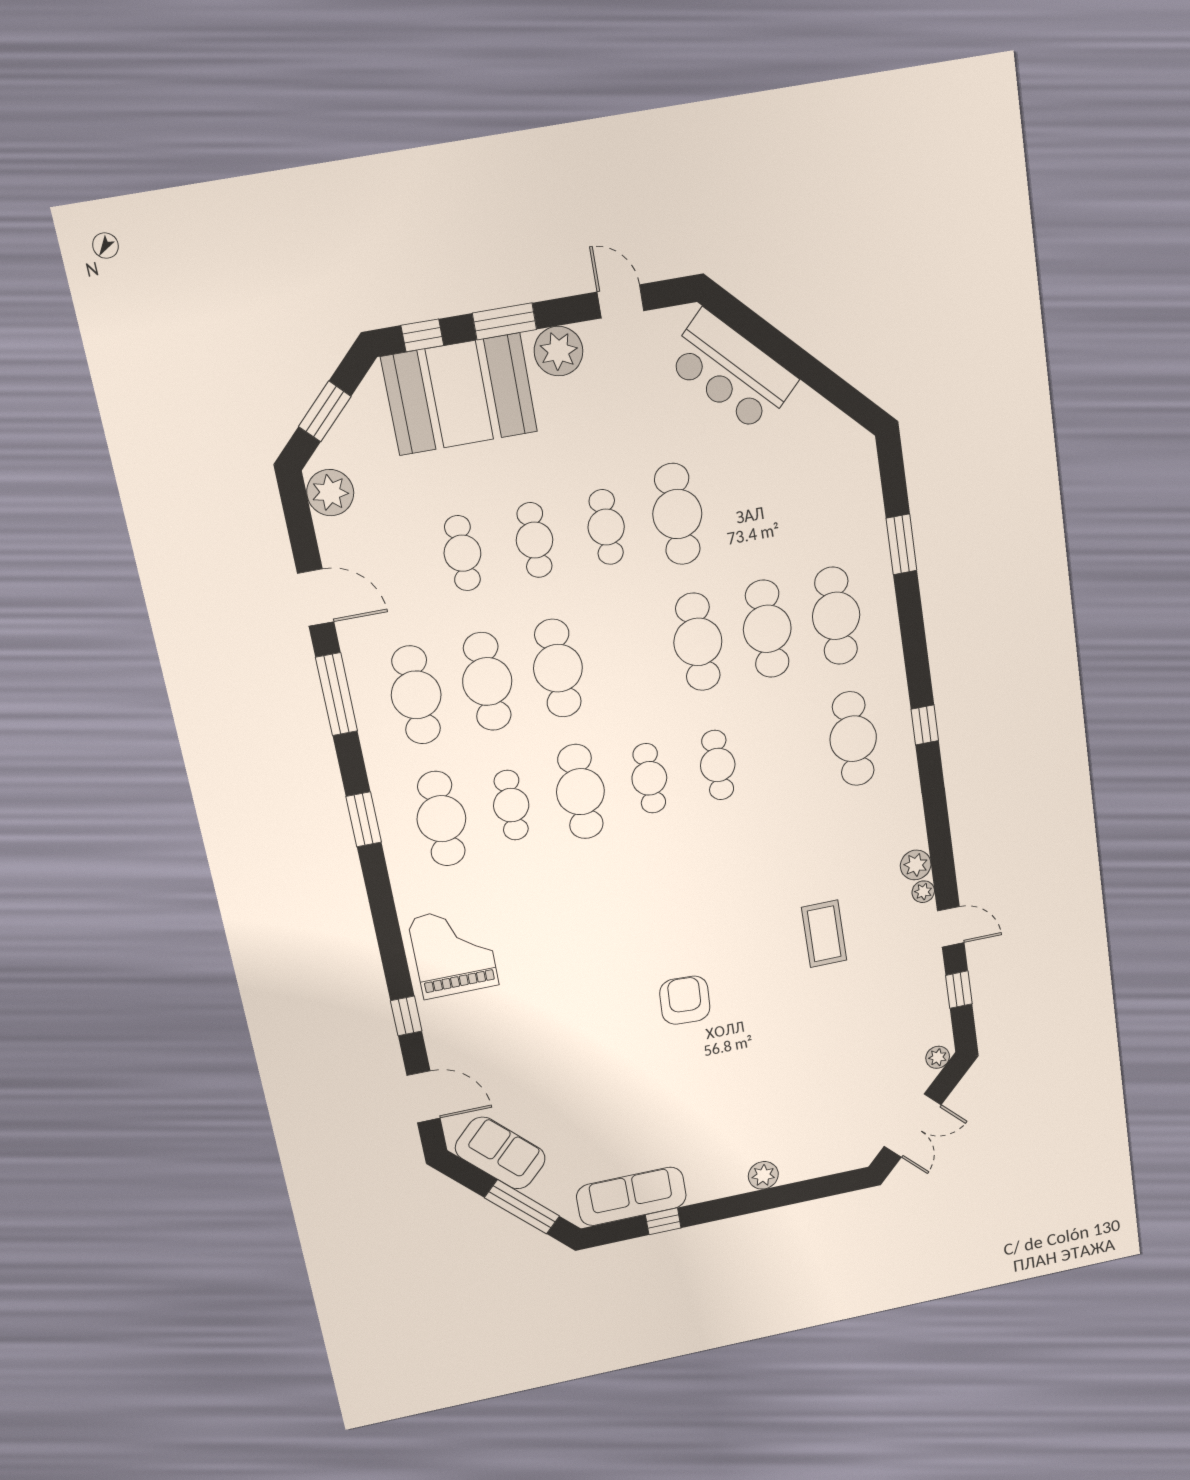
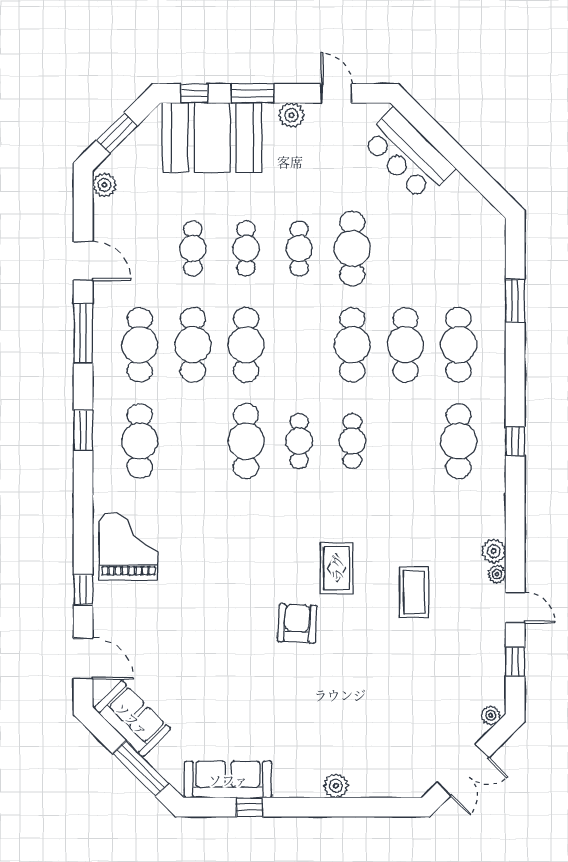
plant: (558, 351) -> (291, 115), width x0.73, depth x0.73
plant: (330, 493) -> (104, 185), width x0.73, depth x0.73
cafe table: (511, 805) -> (193, 441), removed
rug: (723, 925) -> (337, 568), added

